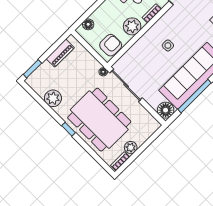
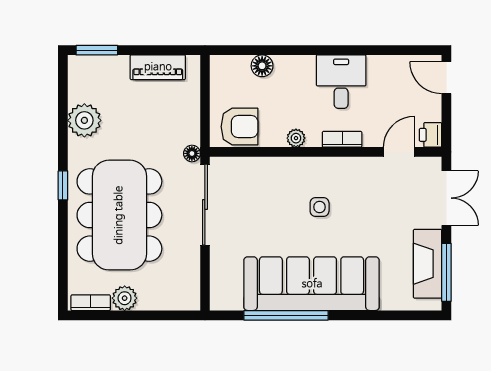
floor lamp: (88, 24) -> (262, 66), moved
plant: (132, 26) -> (296, 138), width x0.53, depth x0.53
floor lamp: (166, 110) -> (226, 294), removed

